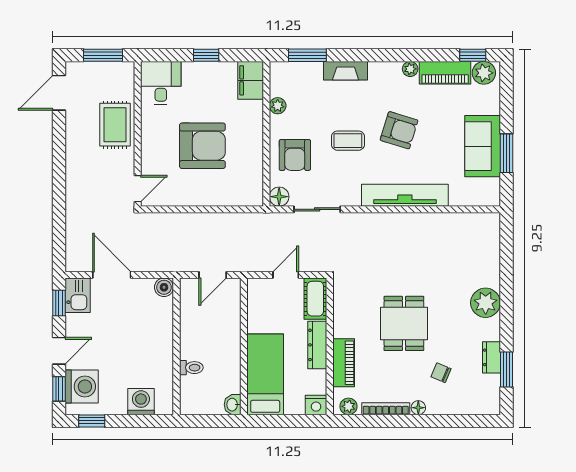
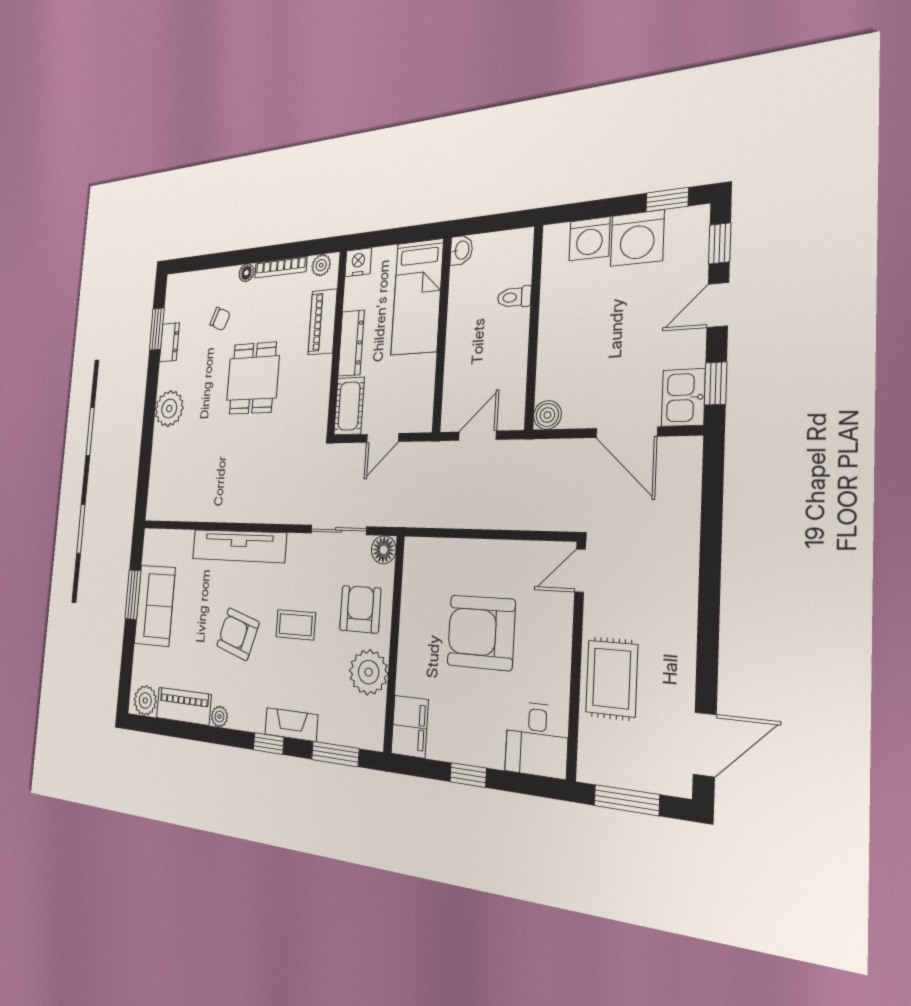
window: (473, 55) -> (269, 744), moved
plant: (278, 106) -> (369, 672), width x1.88, depth x1.88
washing machine: (82, 387) -> (637, 238), moved, turned -90

